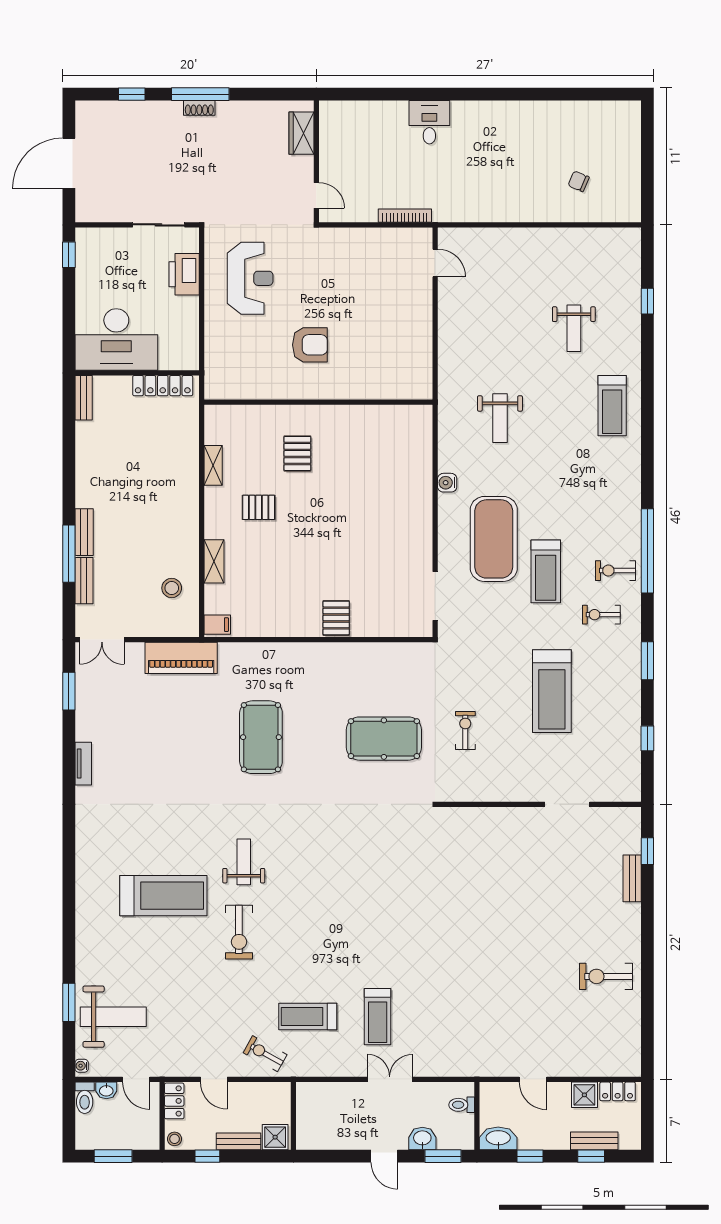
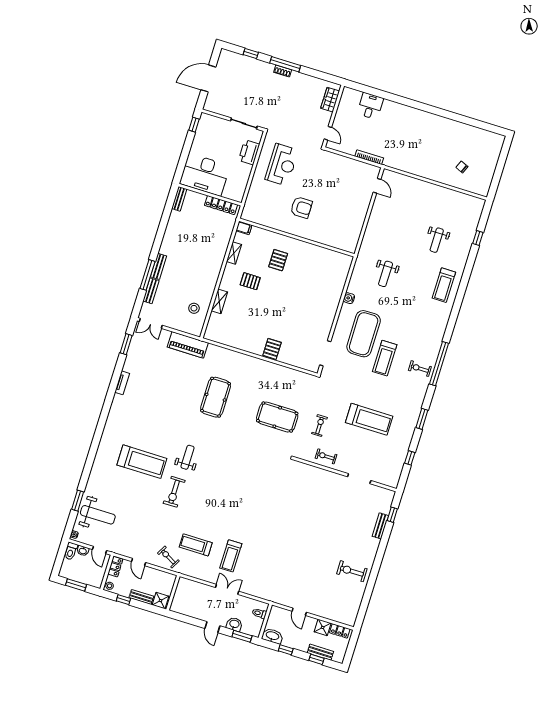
desk: (429, 122) -> (370, 106), moved
exercise bike: (601, 615) -> (326, 456), moved
filing cabinet: (217, 625) -> (244, 228), moved
treadmill: (552, 691) -> (369, 419), turned -90

